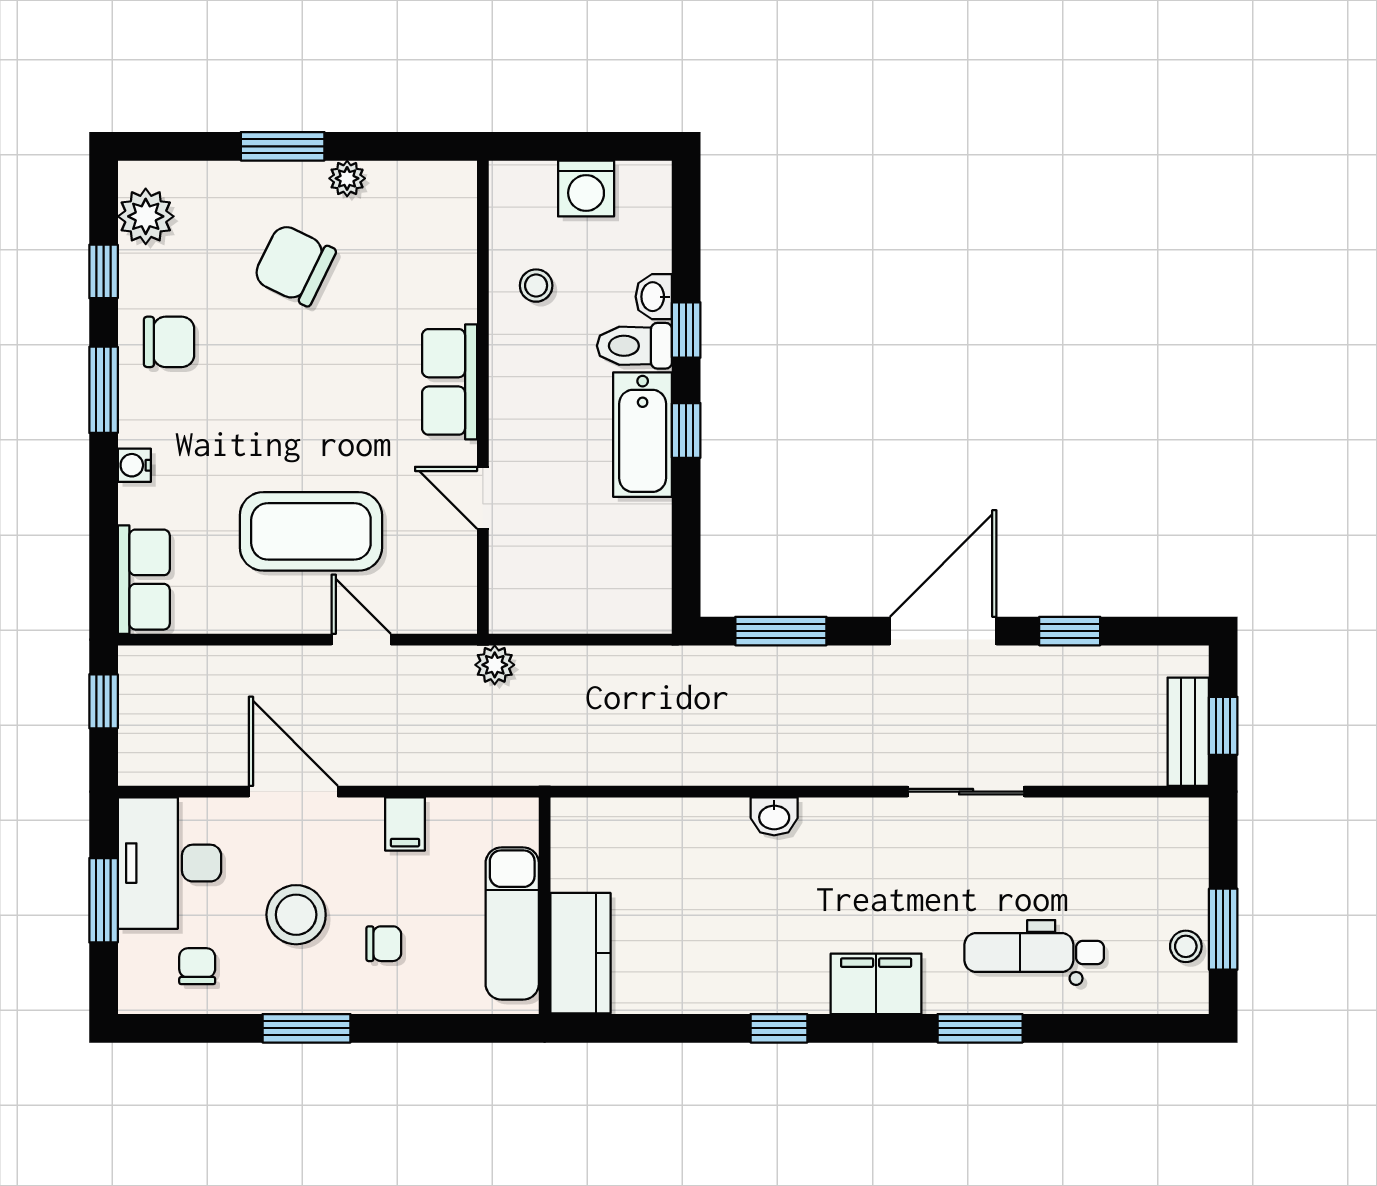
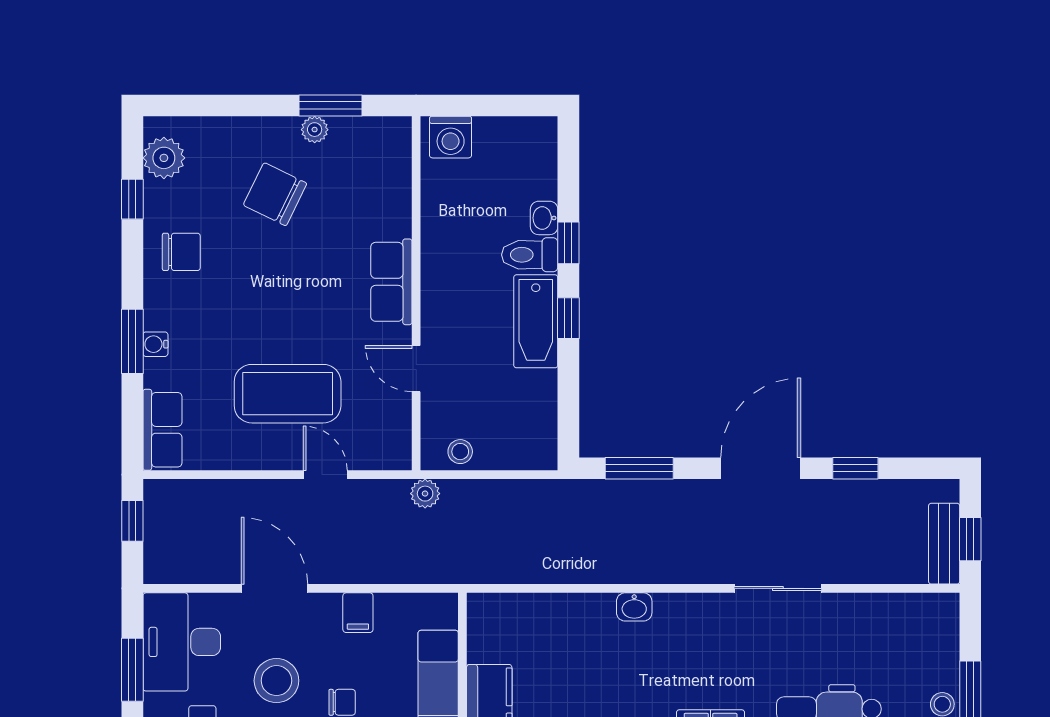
window: (283, 146) -> (331, 105), moved
washing machine: (586, 189) -> (451, 137), moved
stool: (536, 286) -> (460, 452), moved
window: (104, 390) -> (132, 341), moved

